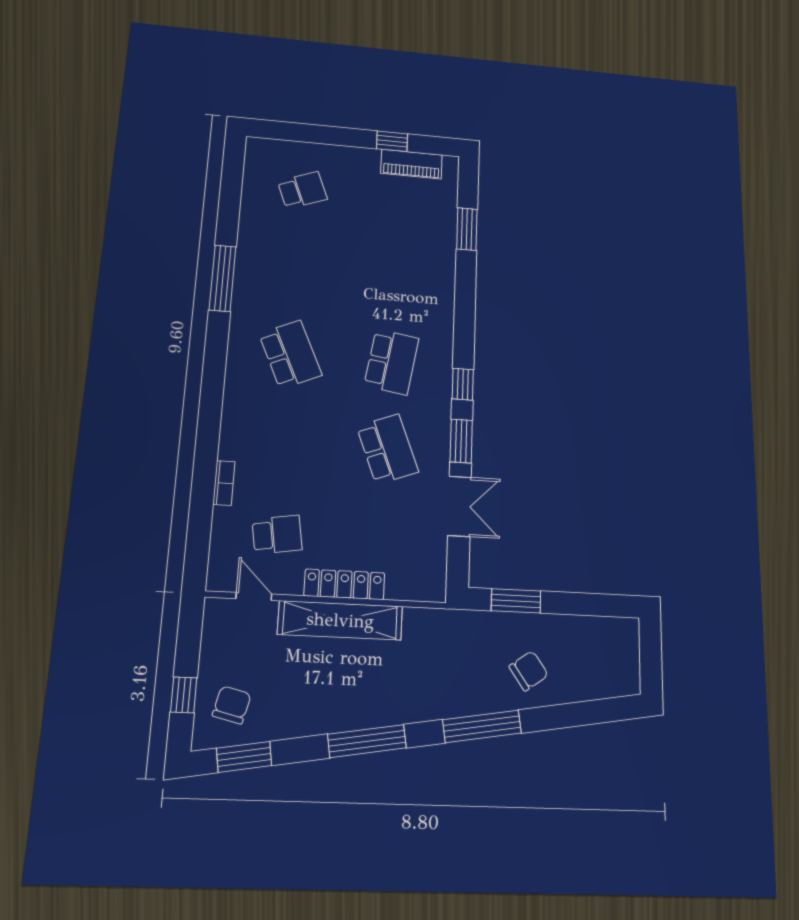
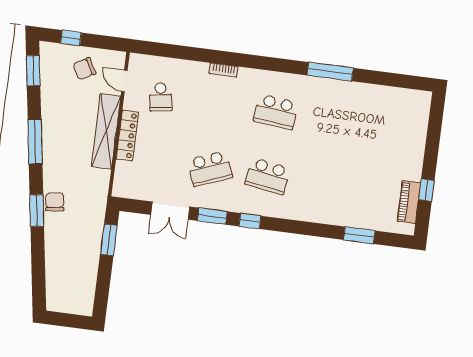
school desk: (302, 190) -> (391, 127), removed
school desk: (290, 354) -> (276, 112), turned 30
bookcase: (224, 483) -> (224, 70), moved
door: (254, 596) -> (124, 81), swing flipped
chair: (529, 671) -> (55, 202), moved, turned -153
chair: (232, 705) -> (84, 69), moved, turned 137
window: (482, 726) -> (37, 211), width x0.69

